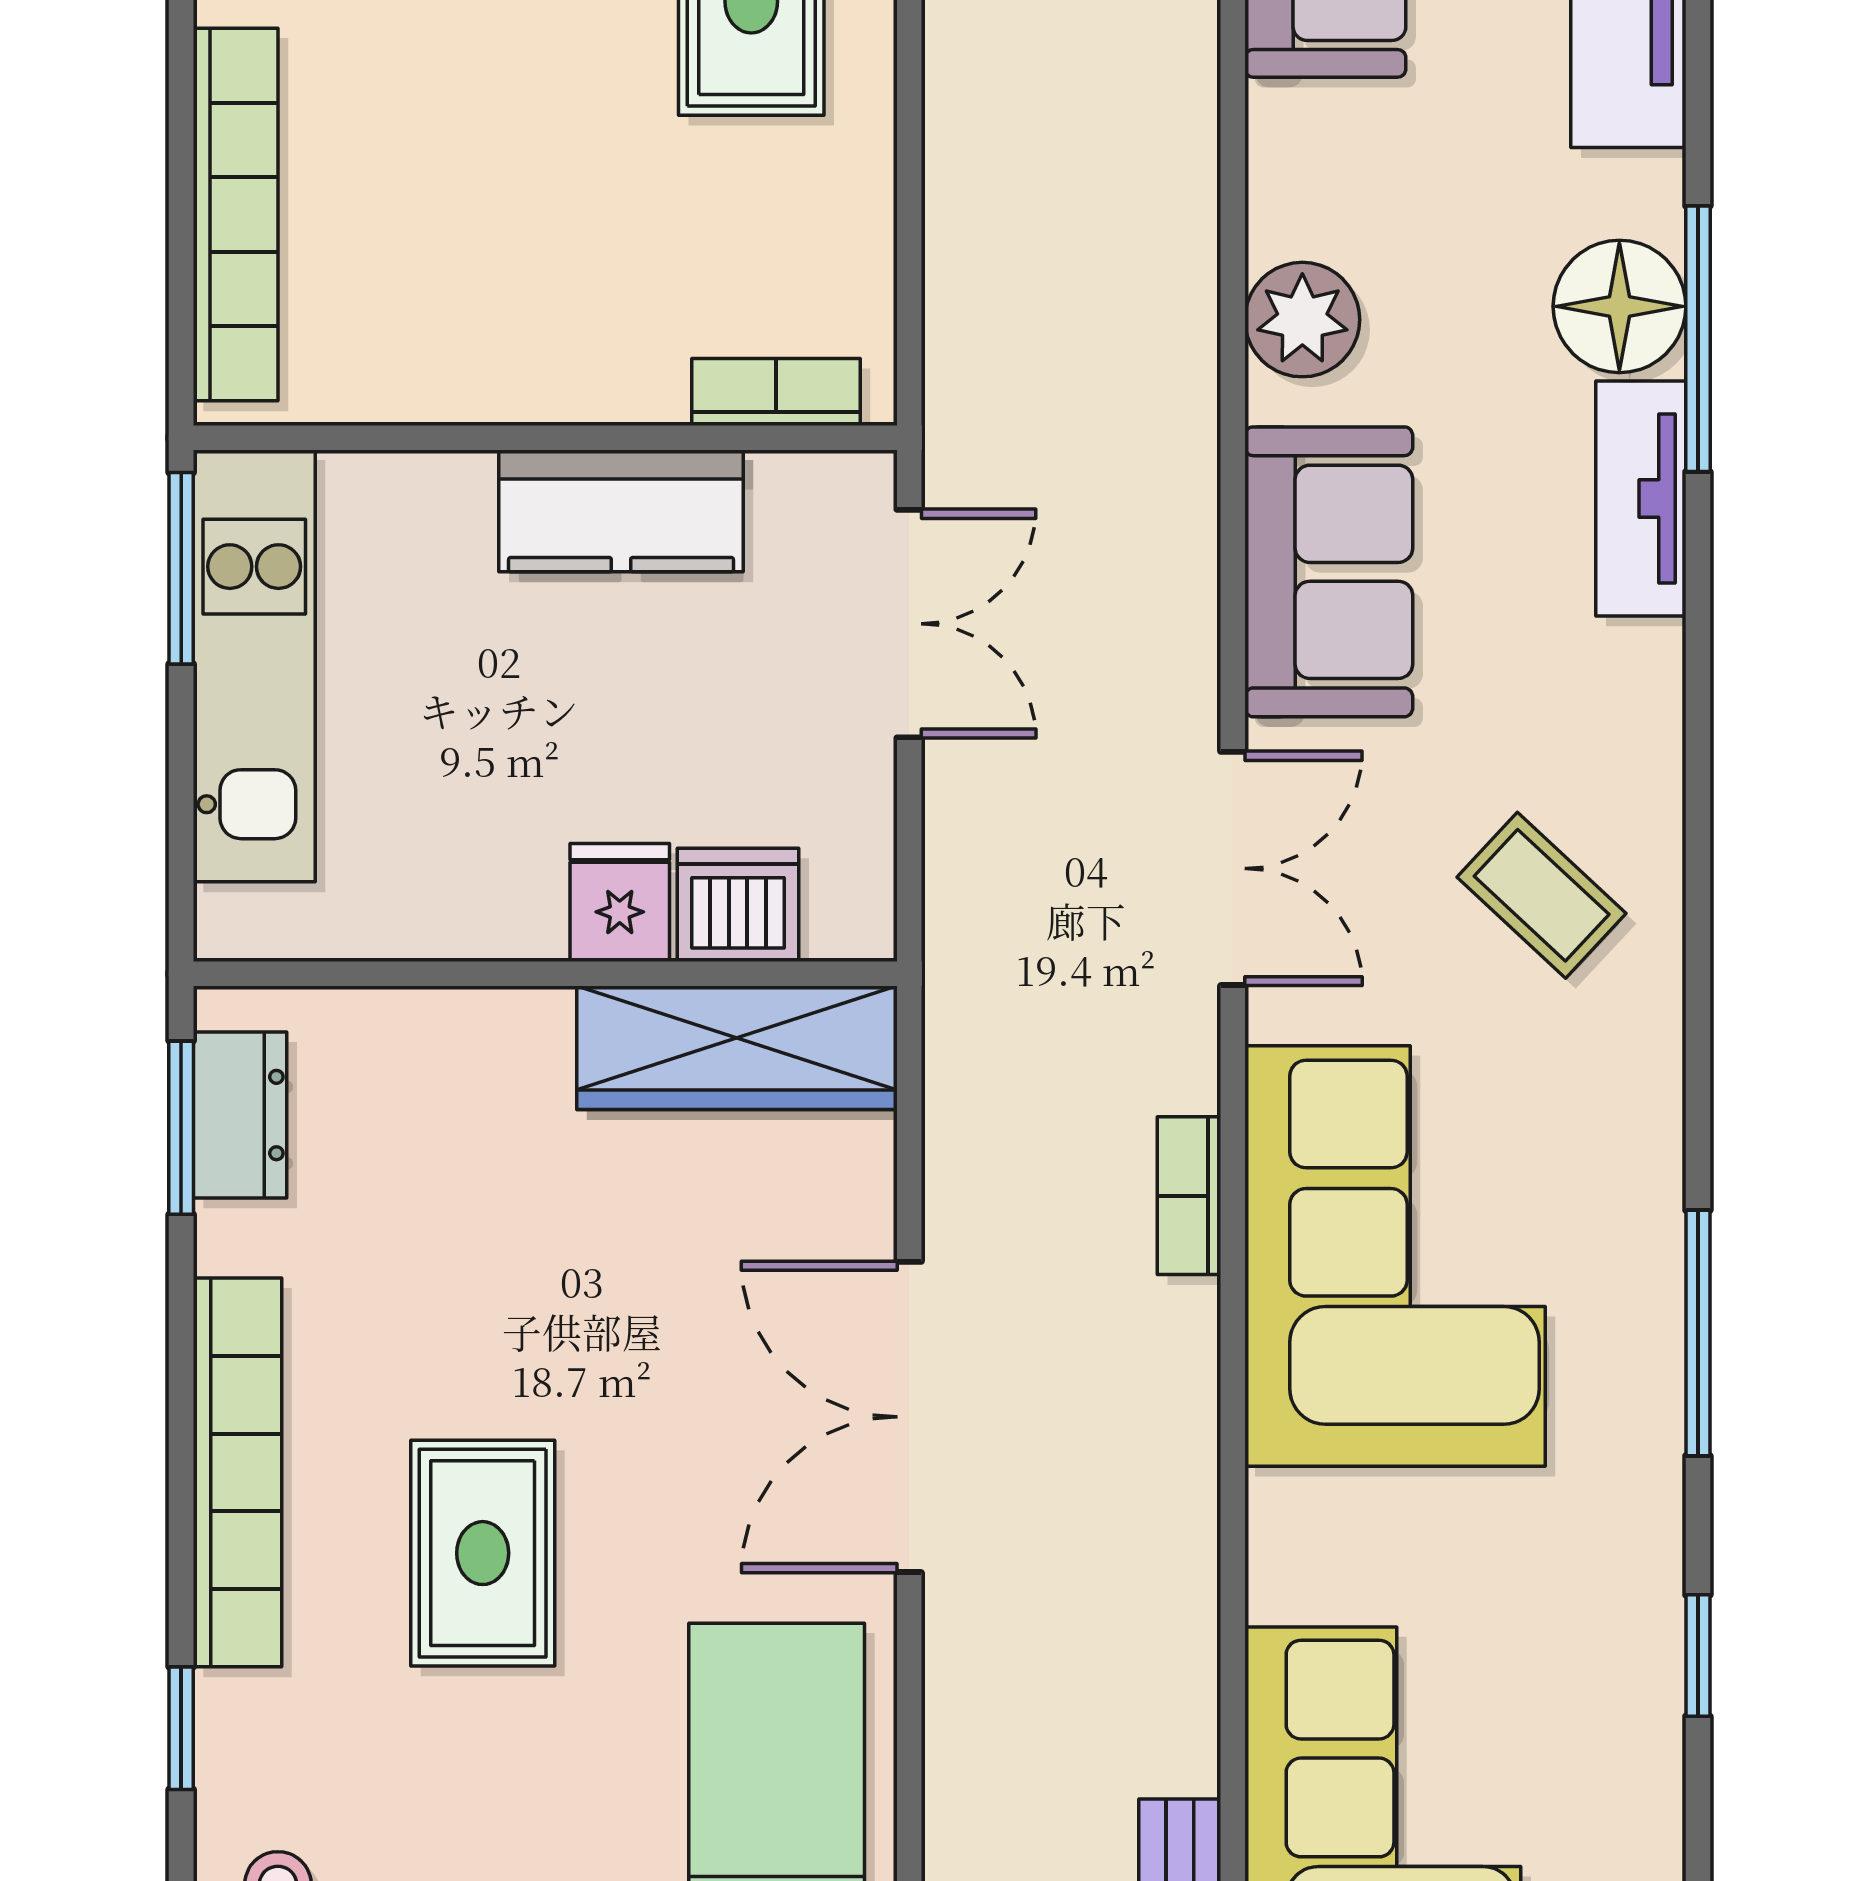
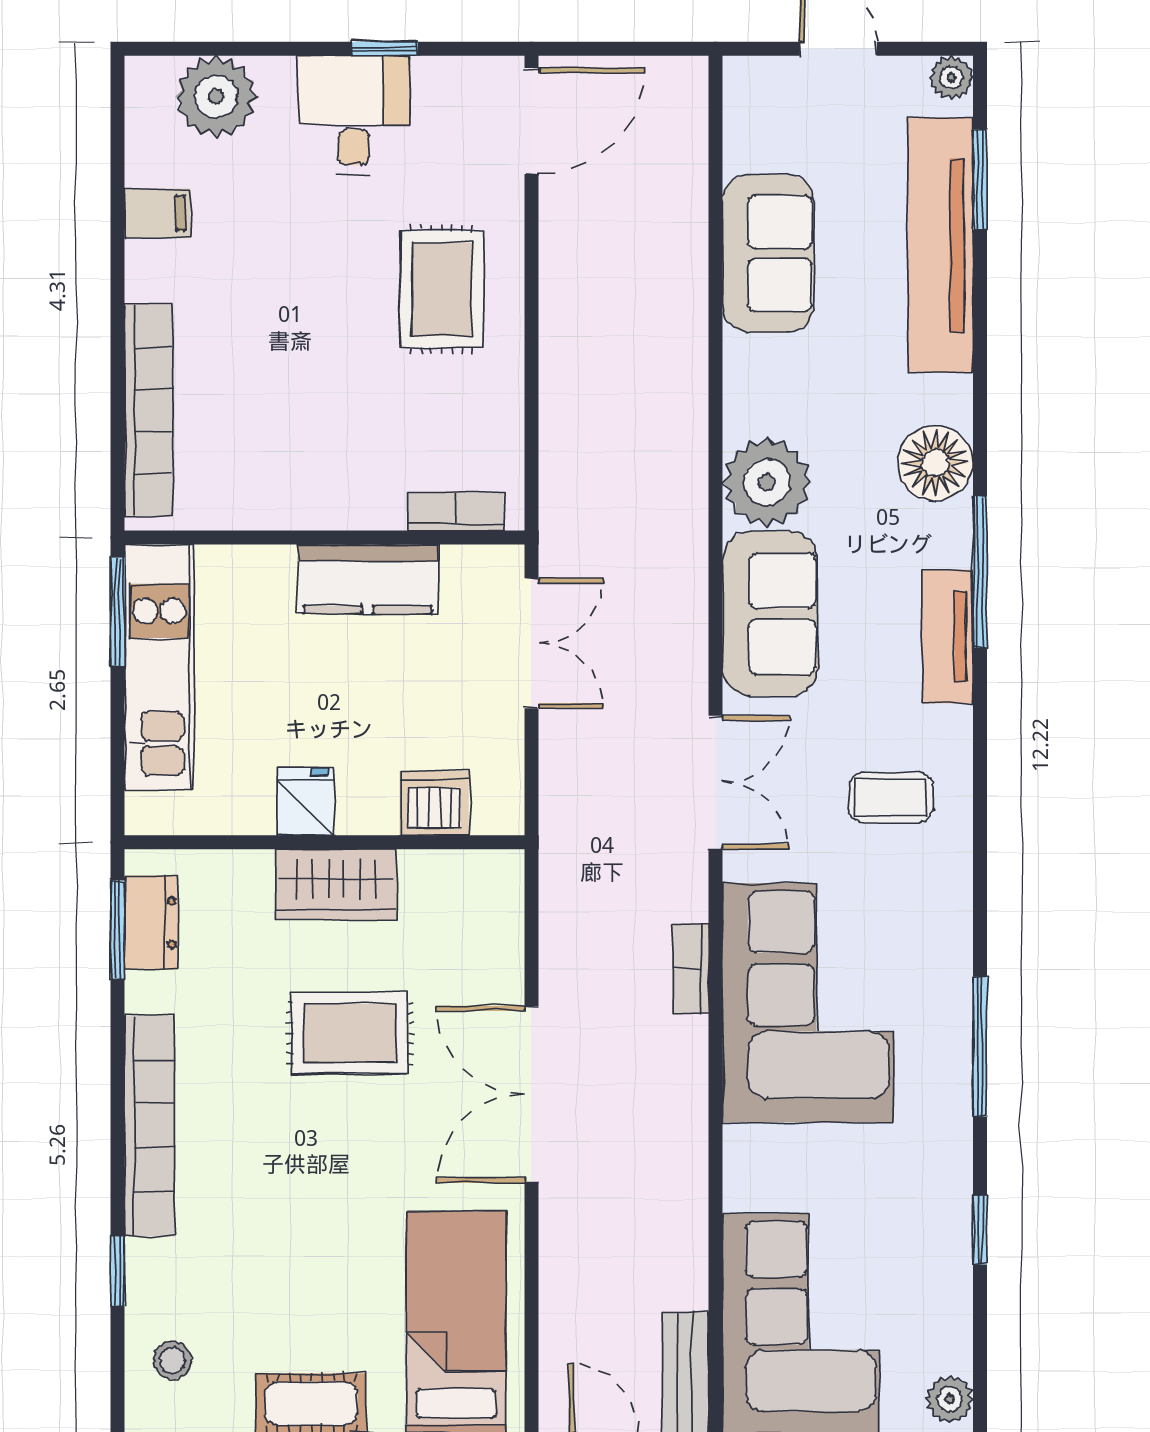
plant: (1302, 320) -> (767, 482), width x1.36, depth x1.36
window: (1698, 339) -> (980, 572), moved
tv unit: (1641, 498) -> (948, 637), moved
coffee table: (1542, 895) -> (891, 798), turned -43
fridge: (620, 902) -> (305, 802), moved
wardrobe: (737, 1048) -> (336, 884), moved, width x0.67
rug: (483, 1553) -> (350, 1033), moved, turned 90

